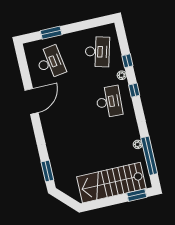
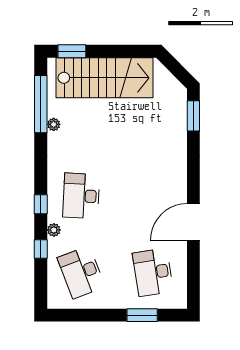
desk: (97, 52) -> (81, 272), turned -36

